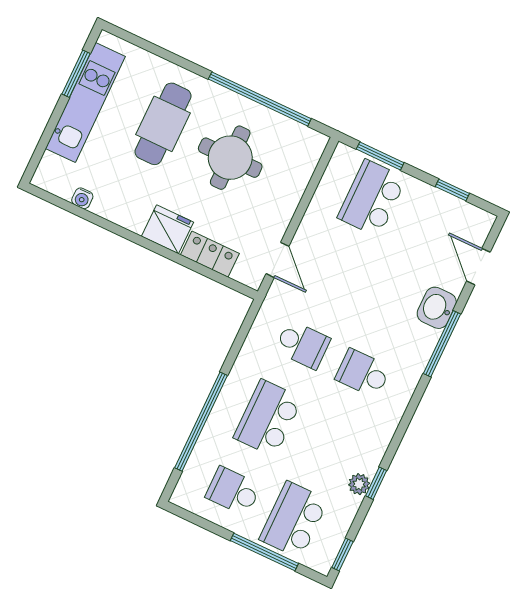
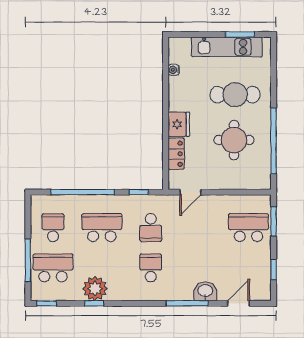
window: (241, 337) -> (139, 192), added
plant: (359, 484) -> (95, 289), width x1.87, depth x1.87

